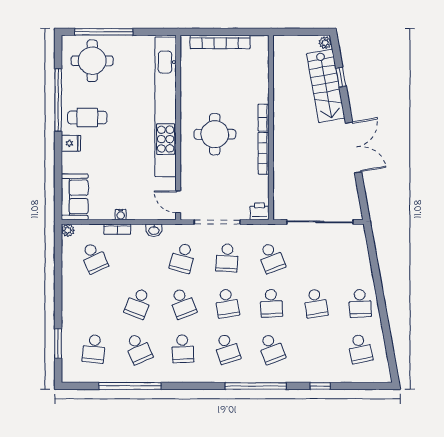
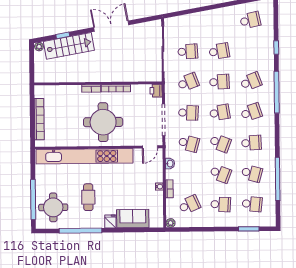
cafe table: (87, 117) -> (88, 197), moved
round table: (215, 134) -> (103, 122), width x1.36, depth x1.36
sofa: (75, 197) -> (133, 219), moved
school desk: (94, 303) -> (221, 204), added
school desk: (183, 303) -> (220, 143), turned 42
school desk: (360, 303) -> (188, 51), moved
school desk: (138, 349) -> (252, 173), turned 39

